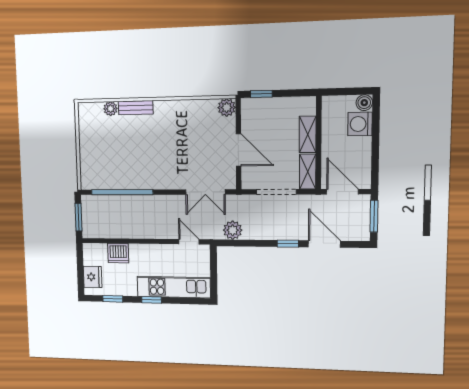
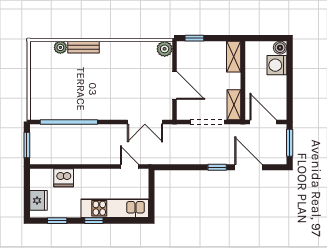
shelving: (308, 134) -> (234, 57), moved
plant: (233, 230) -> (169, 156), removed

